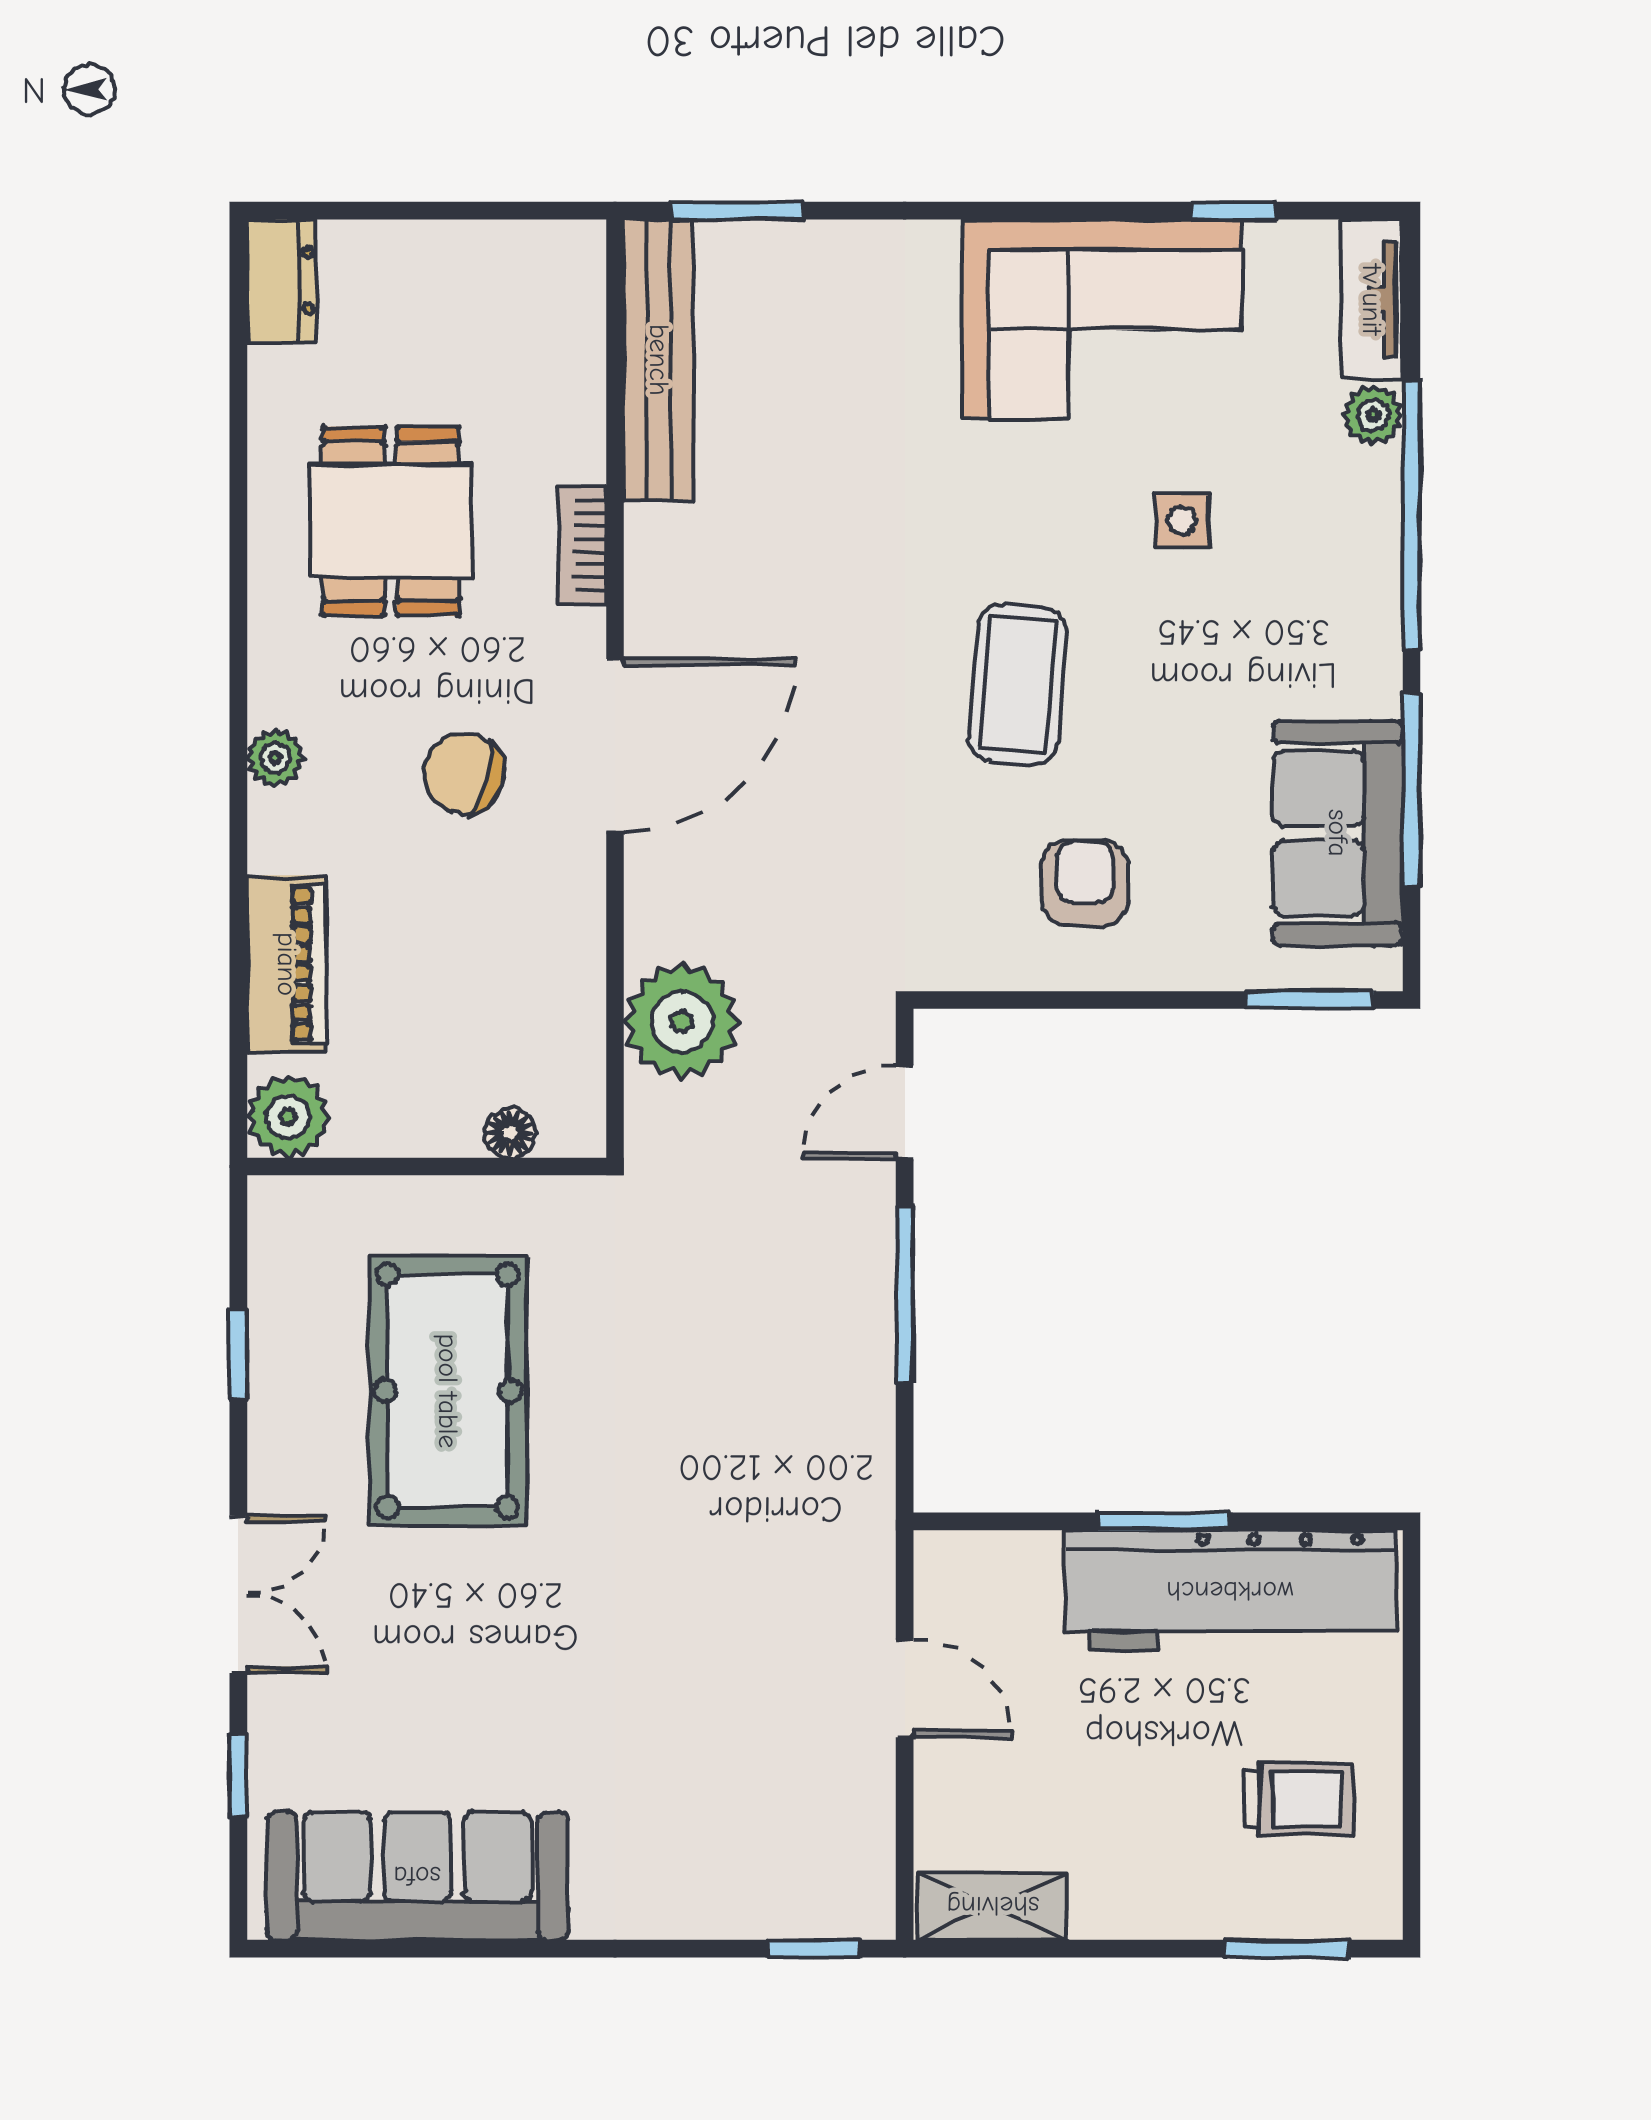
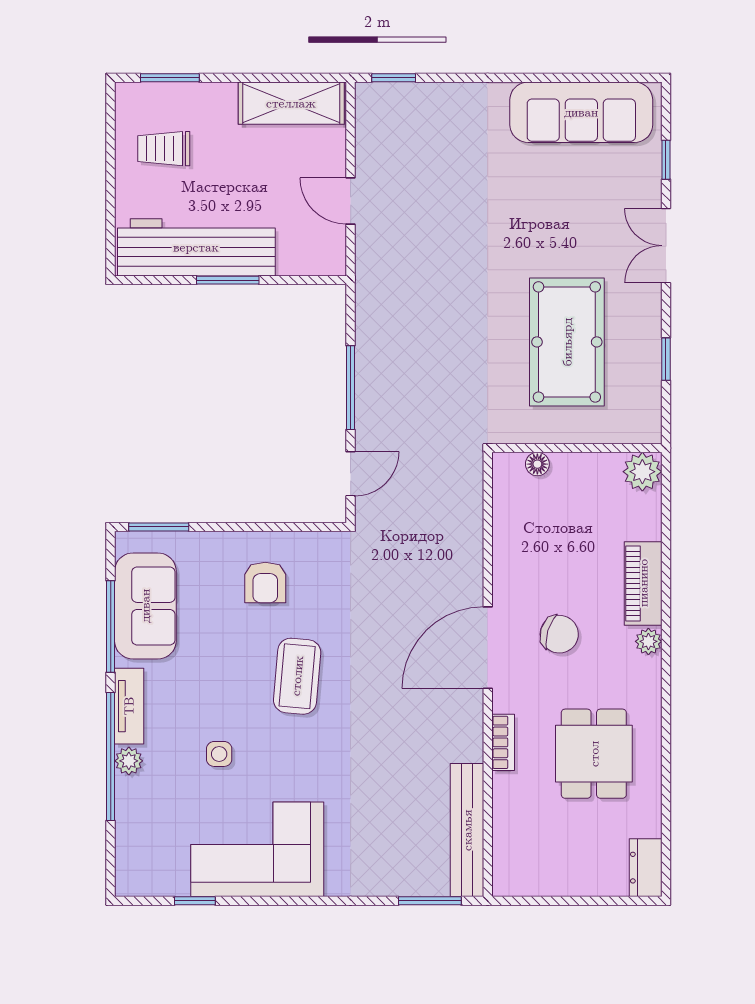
tv unit: (1372, 300) -> (129, 706), moved
plant: (1373, 415) -> (129, 761), moved
piano: (287, 964) -> (643, 583), moved
plant: (682, 1021) -> (456, 517), removed
shelving: (993, 1906) -> (291, 103), width x1.50, depth x1.33

